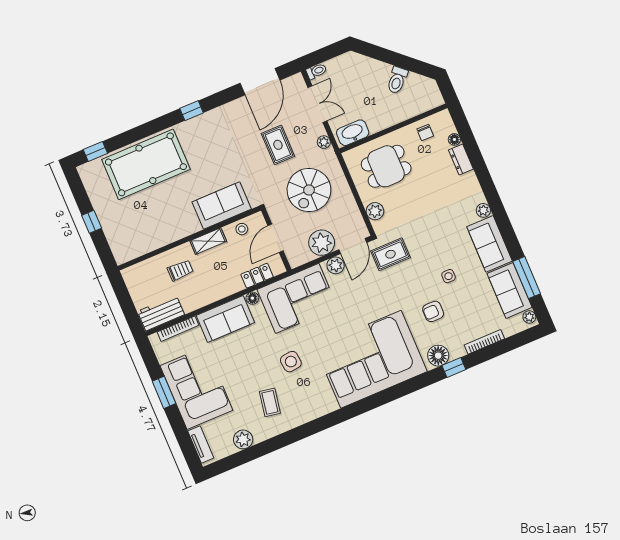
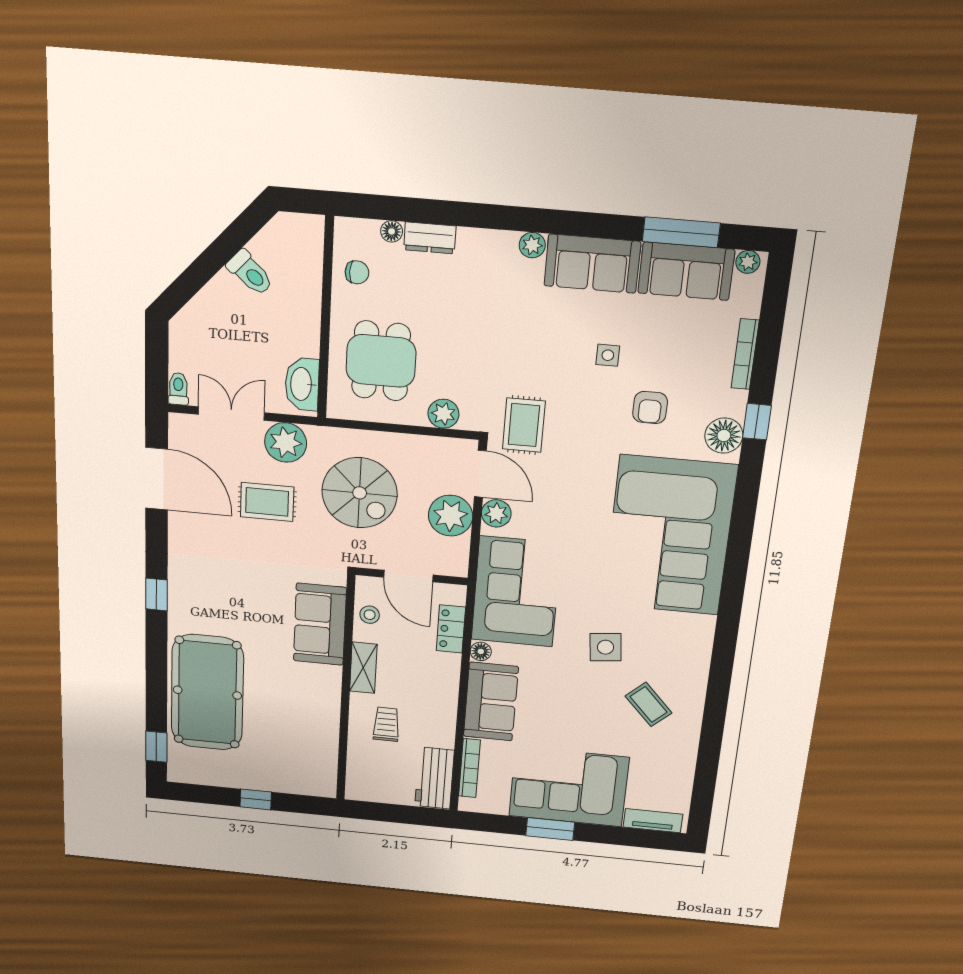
plant: (324, 142) -> (286, 442), width x1.88, depth x1.88
coffee table: (270, 402) -> (648, 704), turned 37
plant: (243, 439) -> (680, 765), removed

